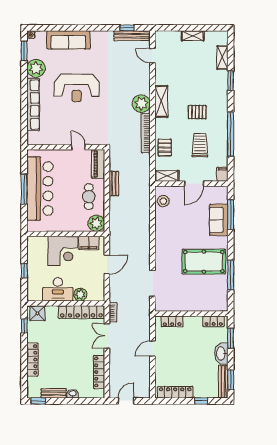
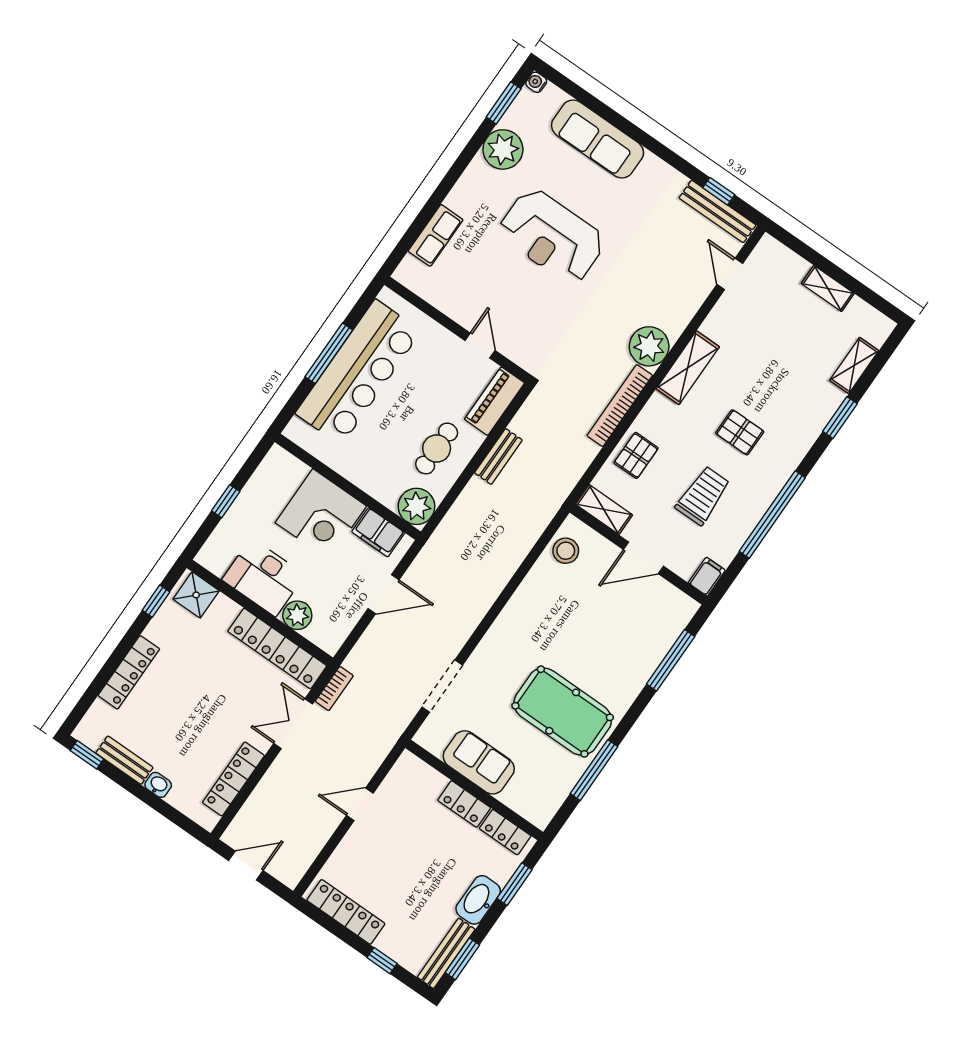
row of seats: (33, 104) -> (436, 235), width x0.50
sofa: (219, 220) -> (479, 762), moved, turned 90
locker: (172, 321) -> (464, 804), moved

